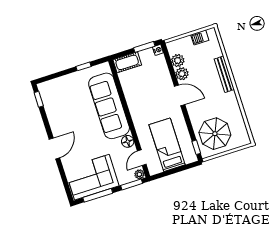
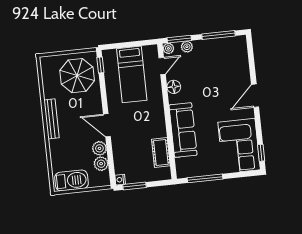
barbecue: (200, 37) -> (72, 180), width x1.88, depth x1.53
cot: (127, 62) -> (161, 152), moved, turned 90
window: (83, 66) -> (205, 178), width x2.17
bench: (224, 74) -> (51, 119), moved
sofa: (109, 106) -> (183, 130), width x0.74, depth x0.79
corner sofa: (92, 177) -> (239, 146), moved, turned 90
plant: (123, 179) -> (187, 47), added

